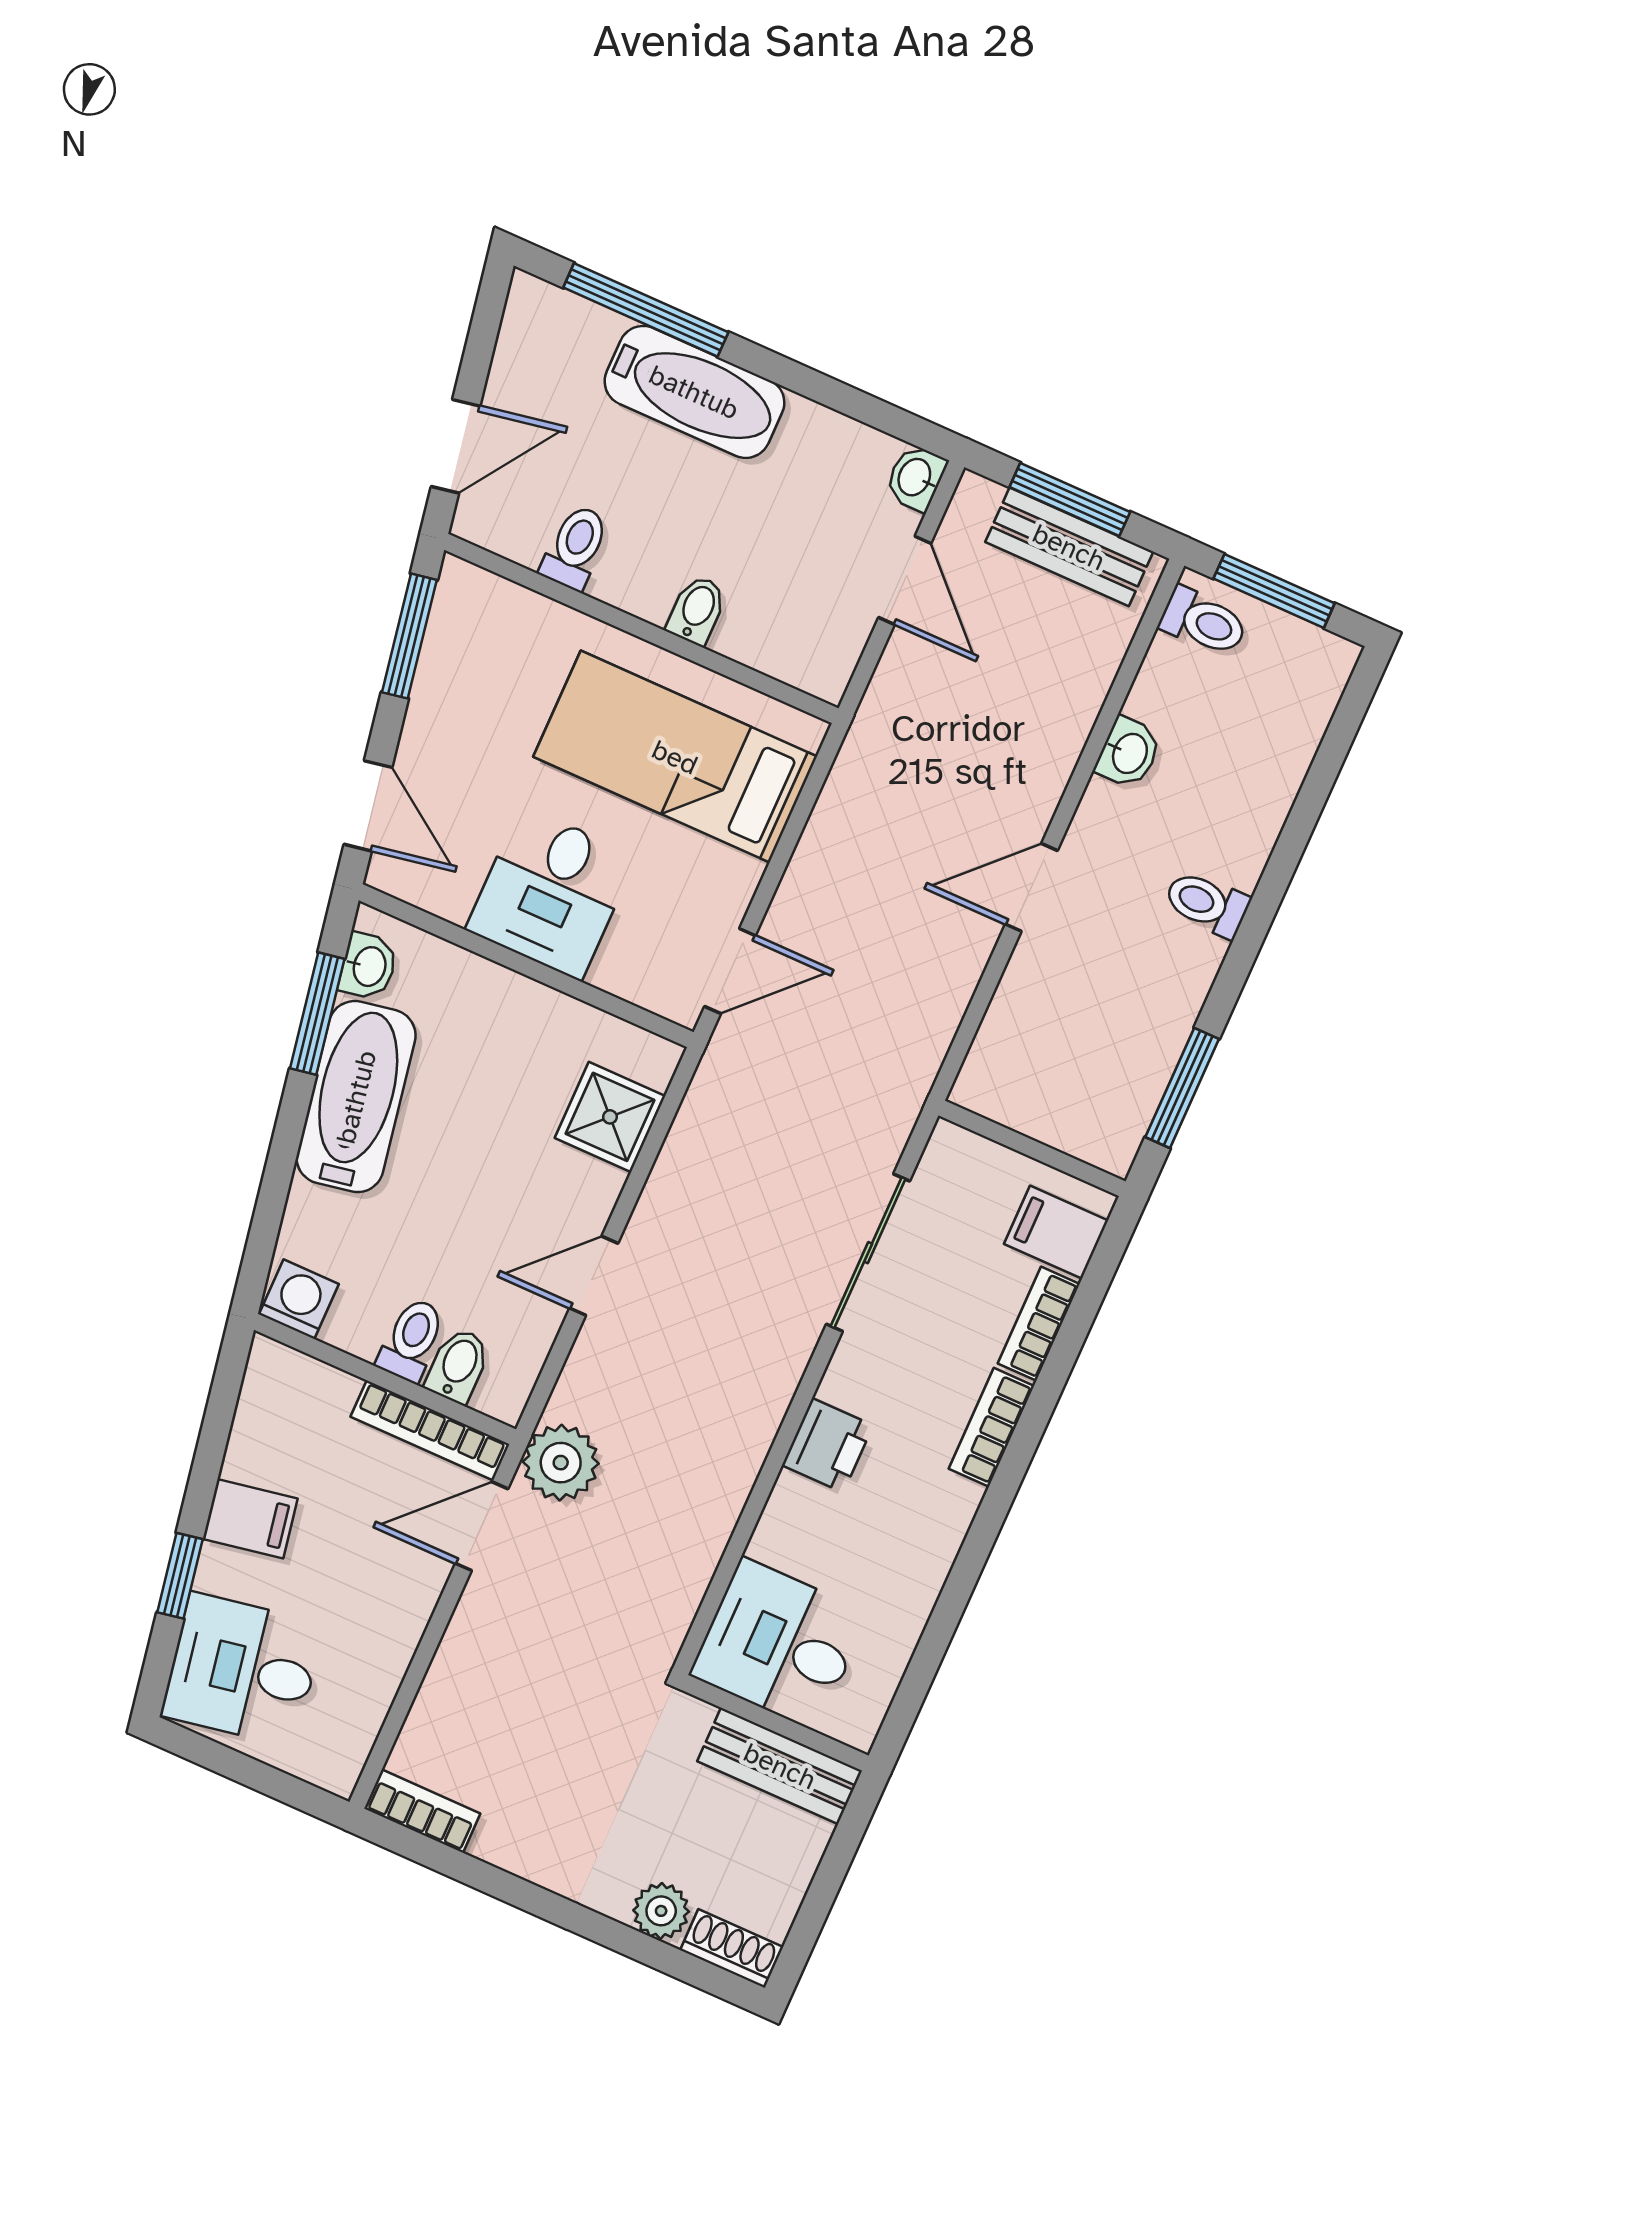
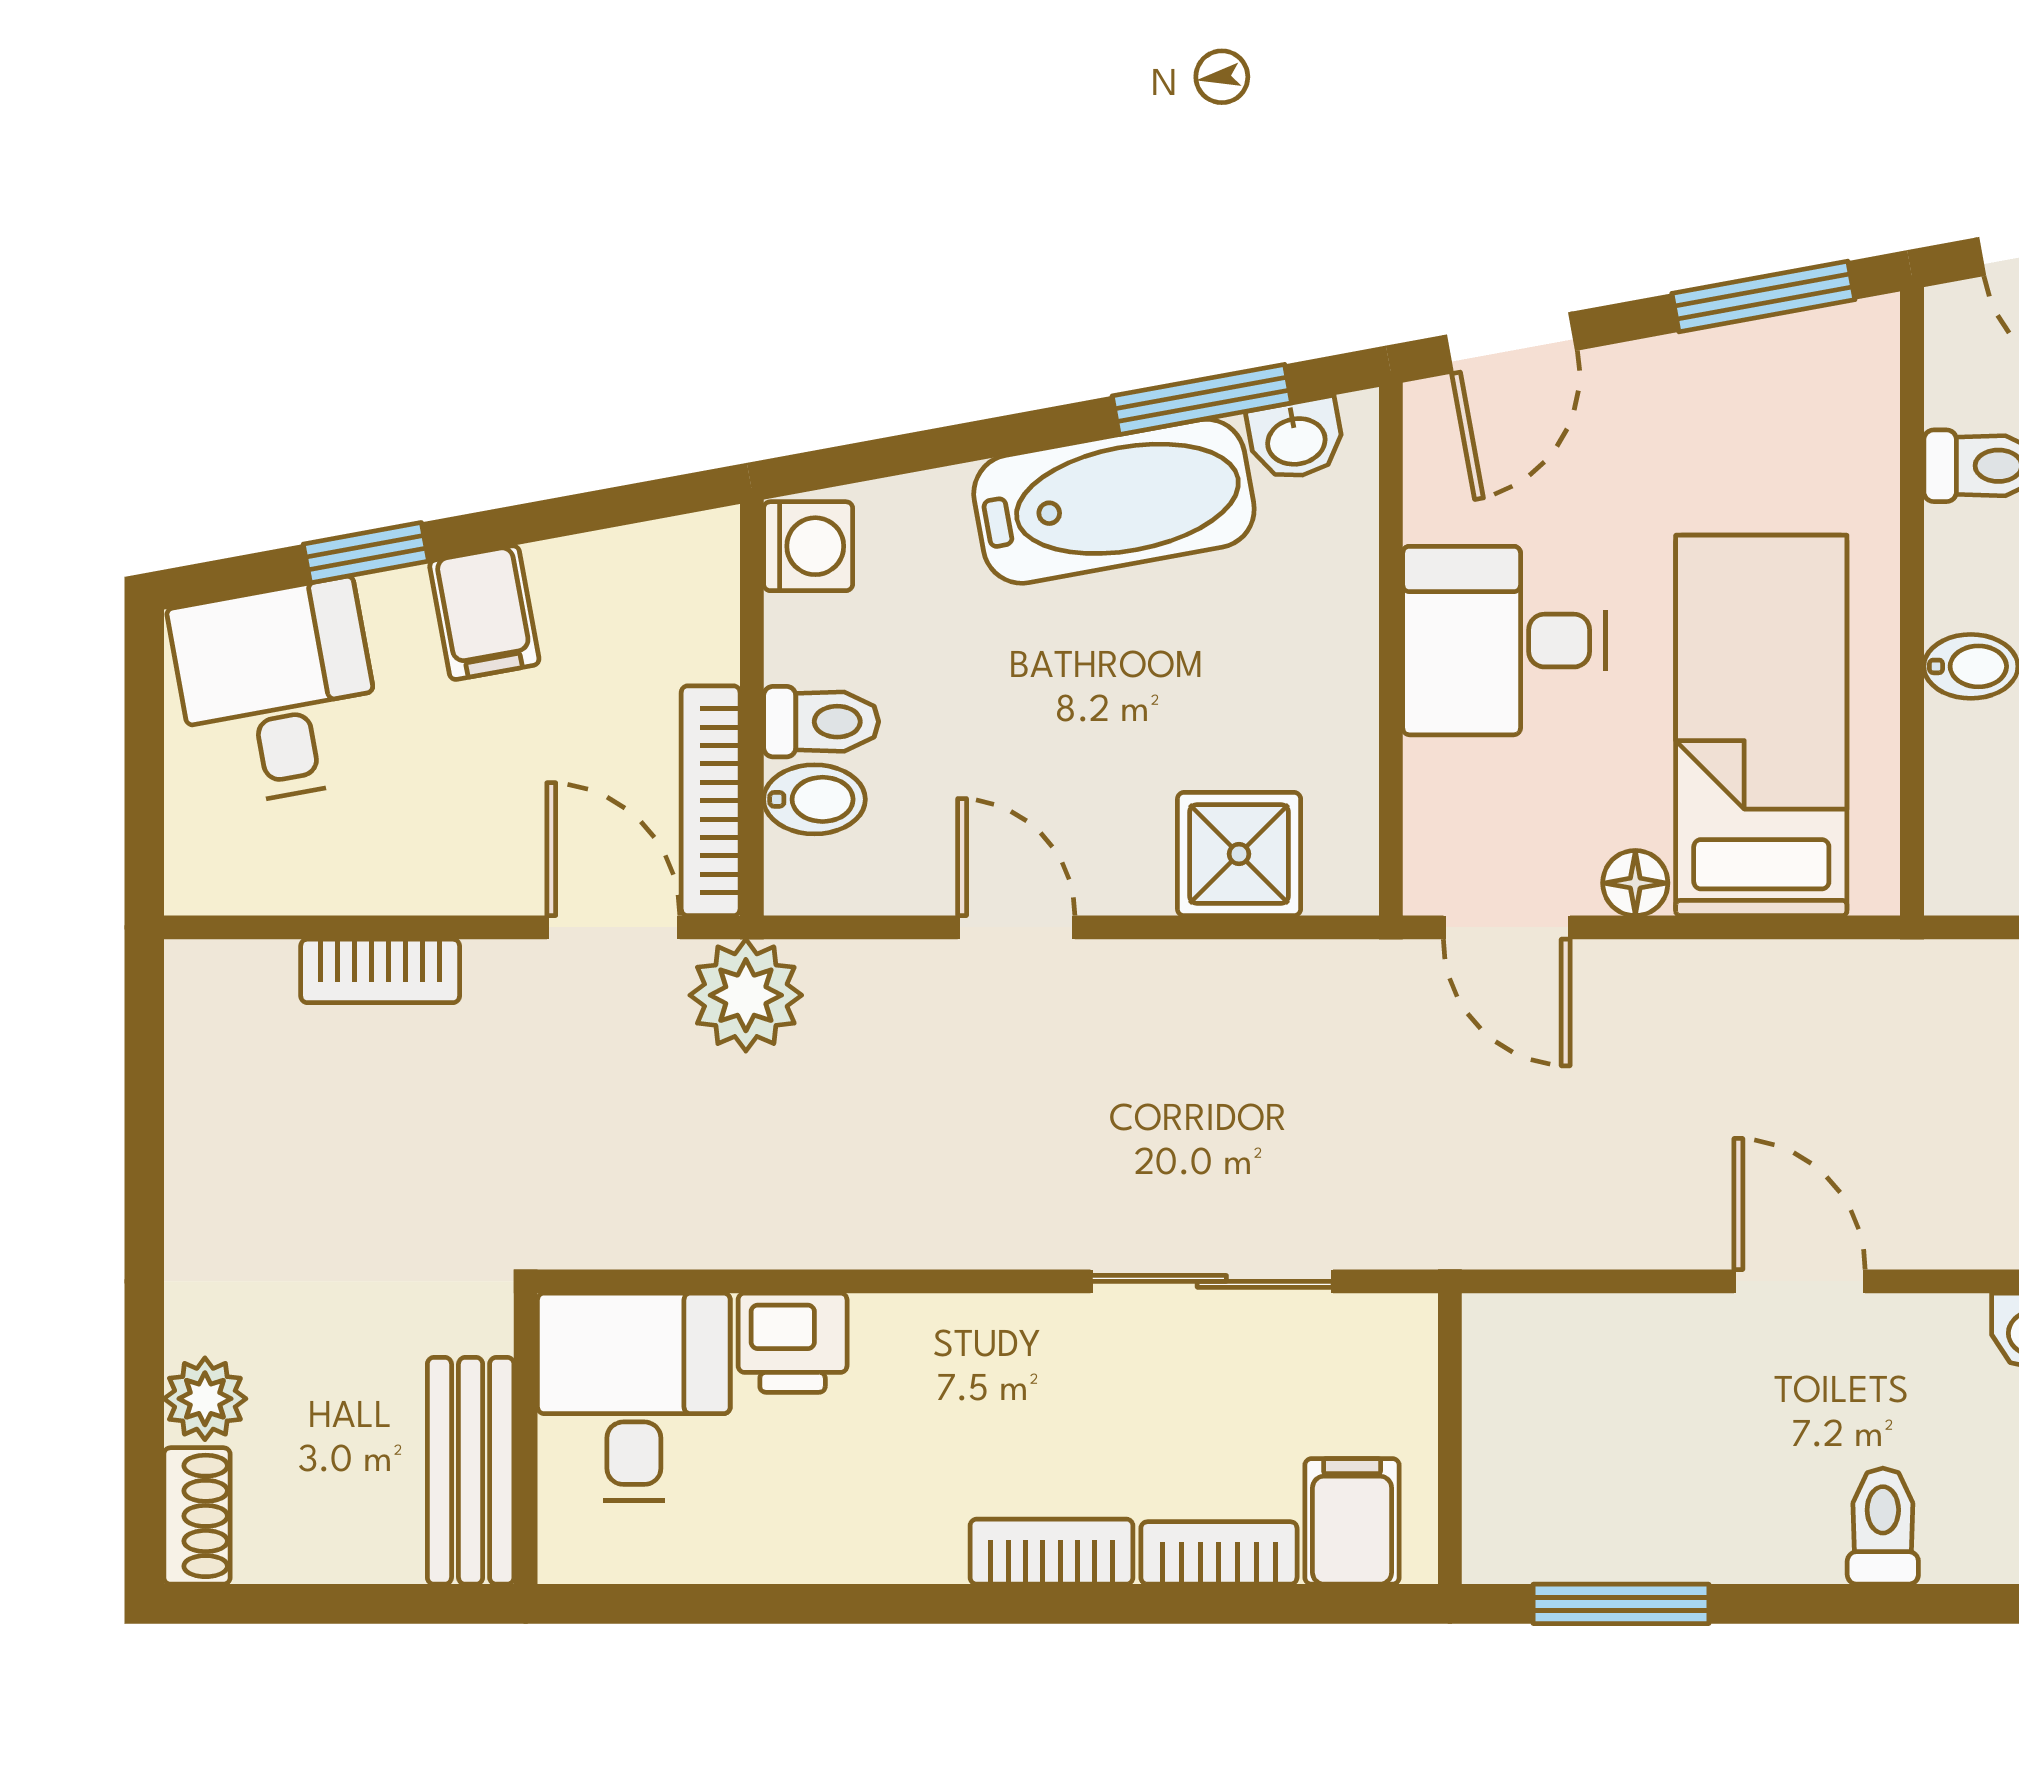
floor lamp: (738, 879) -> (1635, 883), added
printer: (828, 1445) -> (793, 1343), moved
bookcase: (422, 1811) -> (380, 971), moved, turned 90

